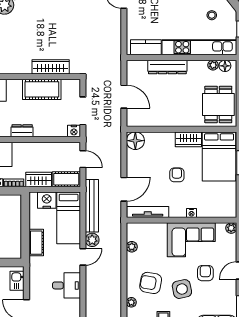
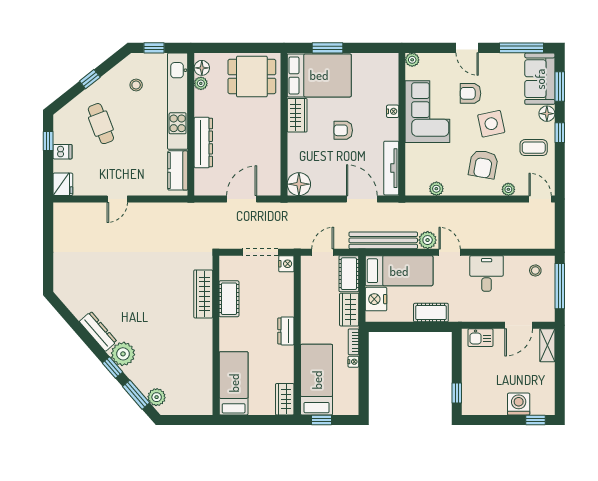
cot: (42, 89) -> (229, 299), width x0.73, depth x0.75

